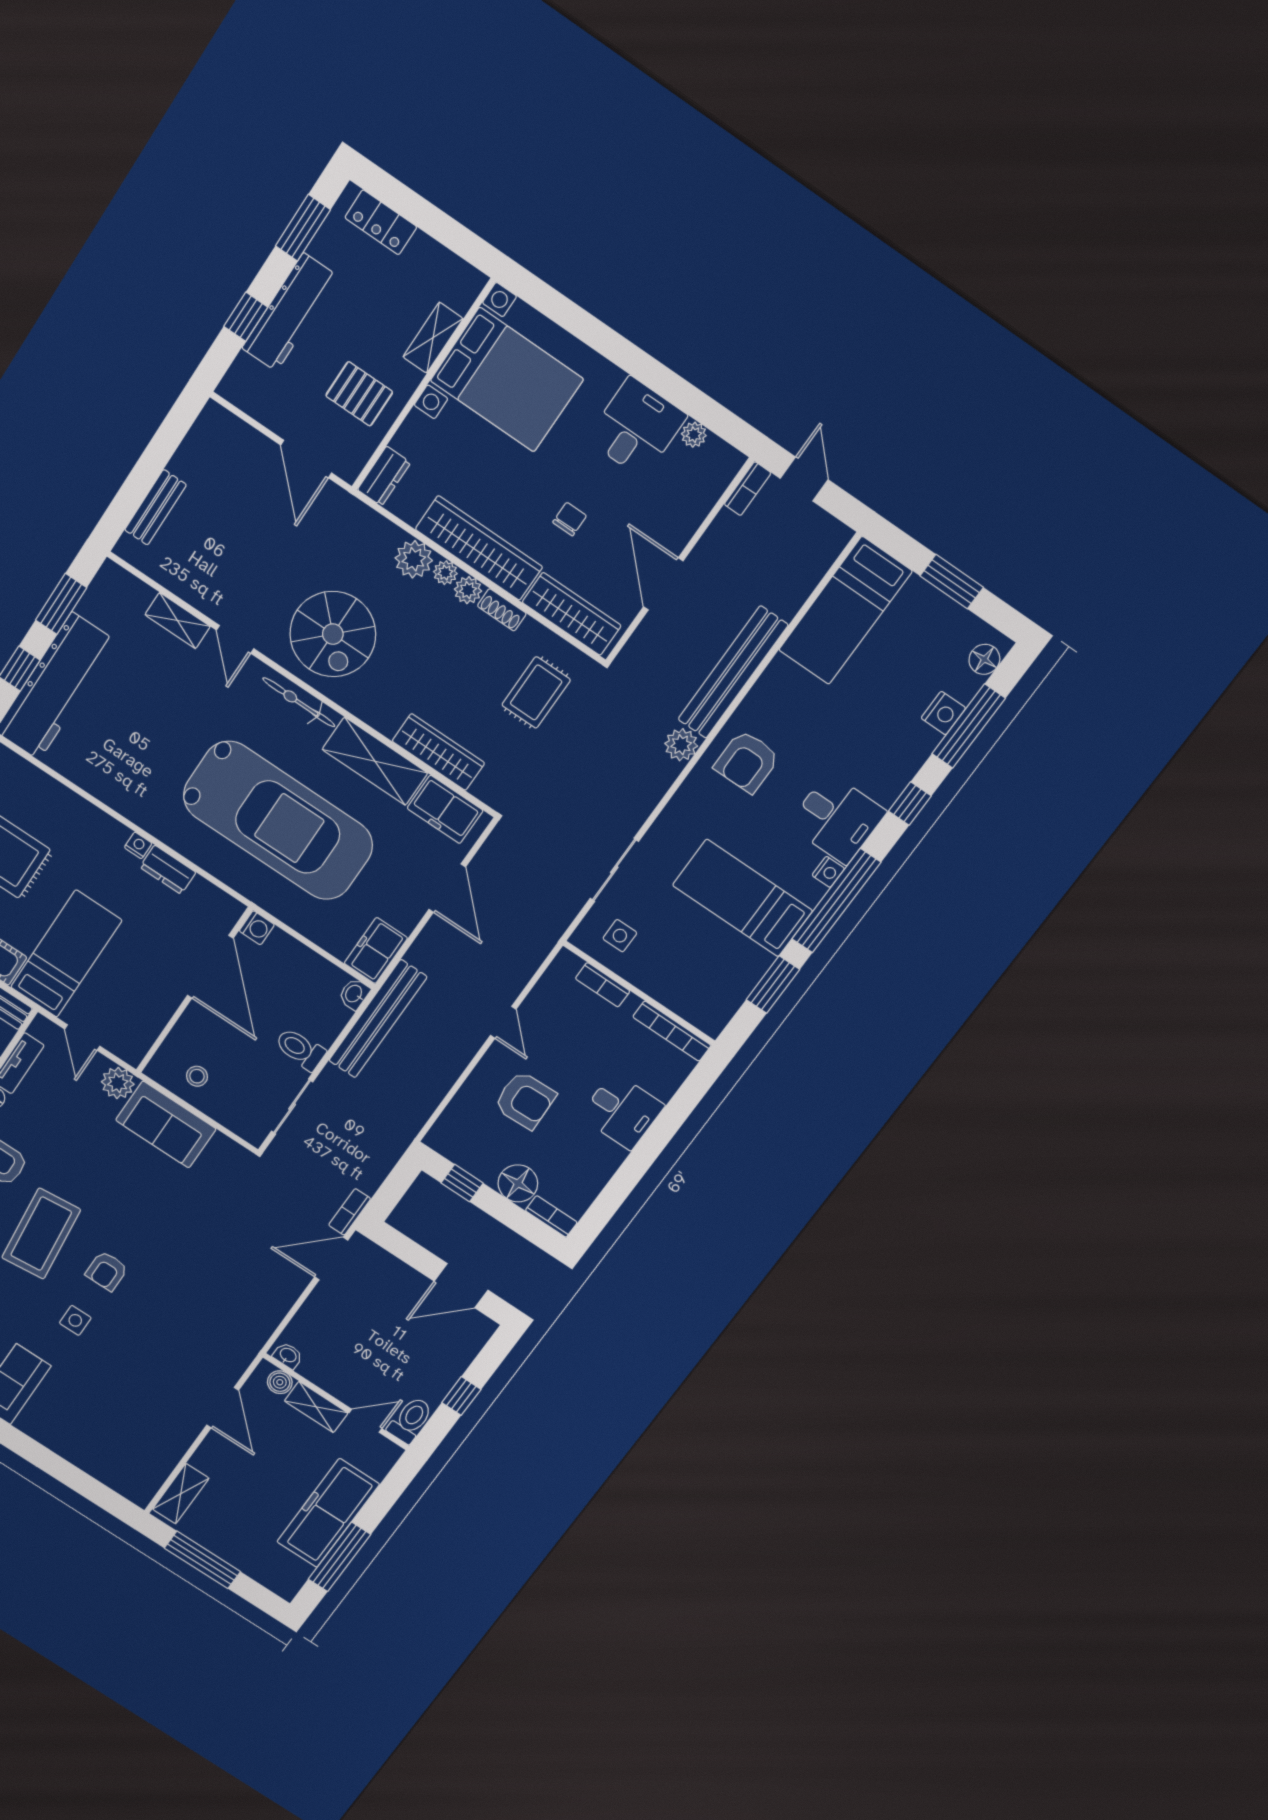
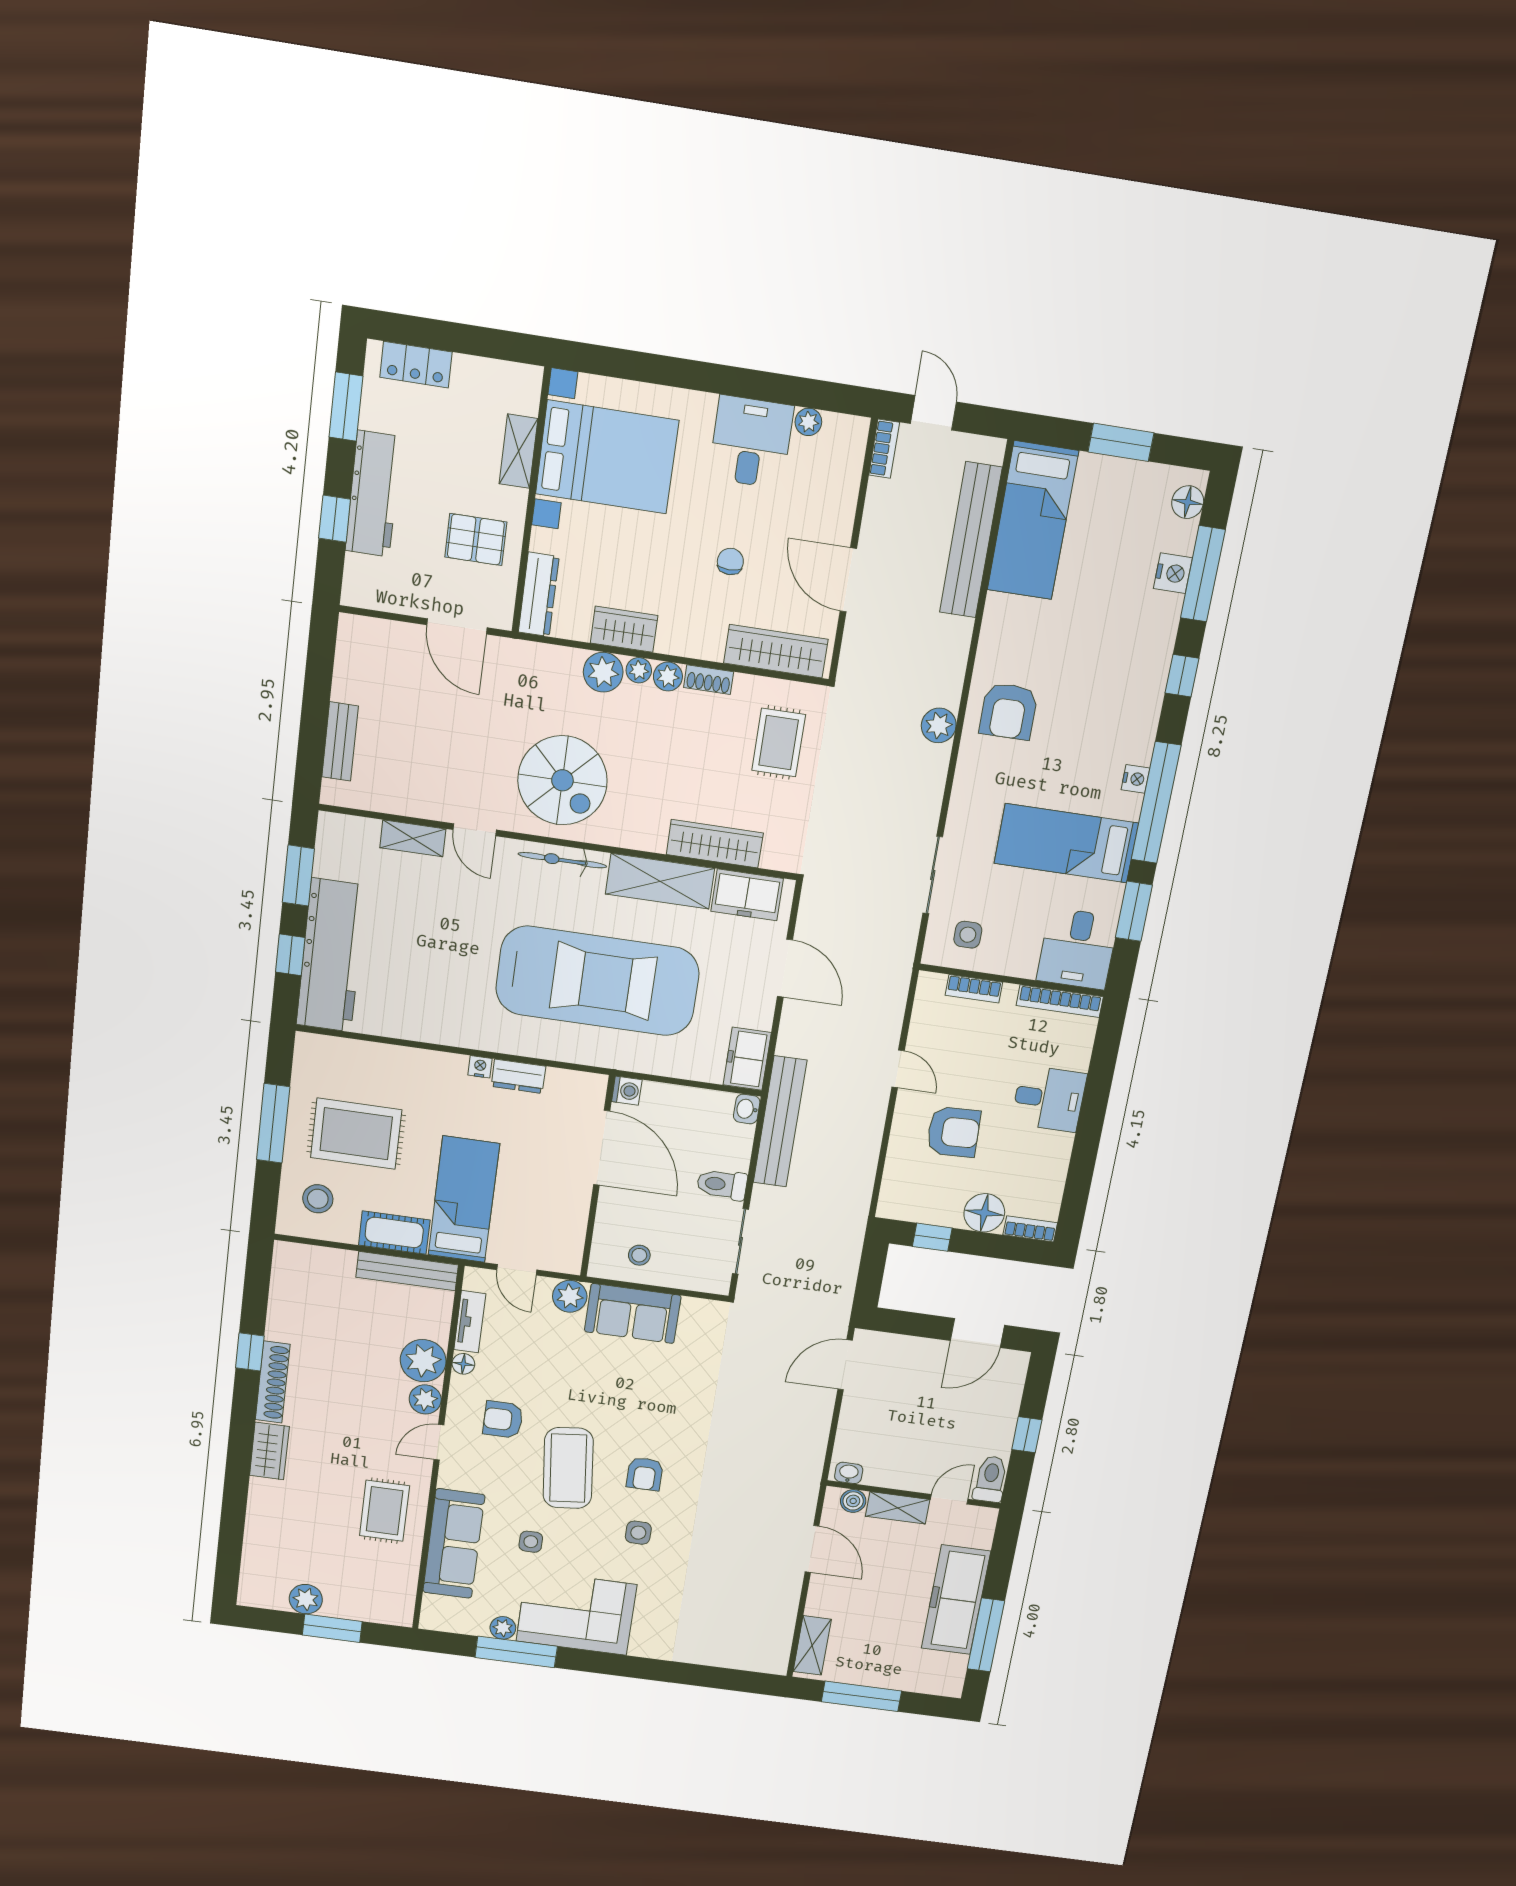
dresser: (384, 476) -> (539, 594), width x1.44
wardrobe: (479, 548) -> (624, 629), width x0.48, depth x0.85
bench: (733, 672) -> (971, 540), moved
desk: (837, 818) -> (1077, 949), moved, turned 90
bookcase: (350, 1212) -> (841, 1314), removed

